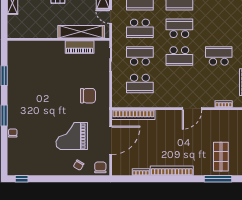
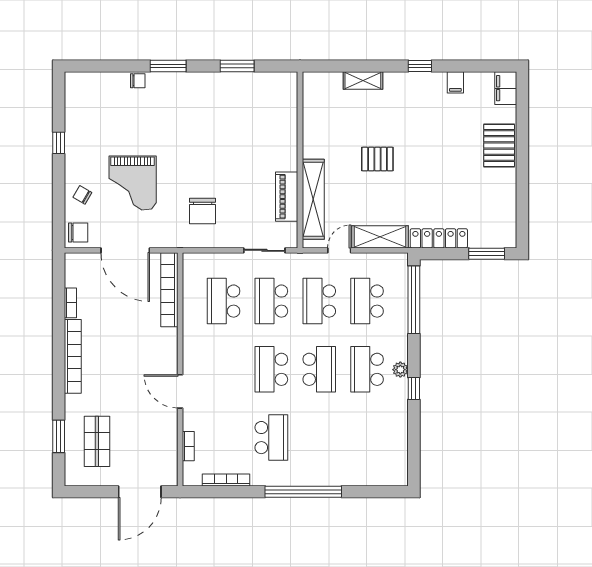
school desk: (140, 56) -> (271, 301), turned 180
grand piano: (72, 136) -> (133, 183), turned 180
shop shelf: (221, 157) -> (97, 441), turned 90
window: (22, 179) -> (59, 143), moved
window: (218, 179) -> (59, 436), width x0.69

